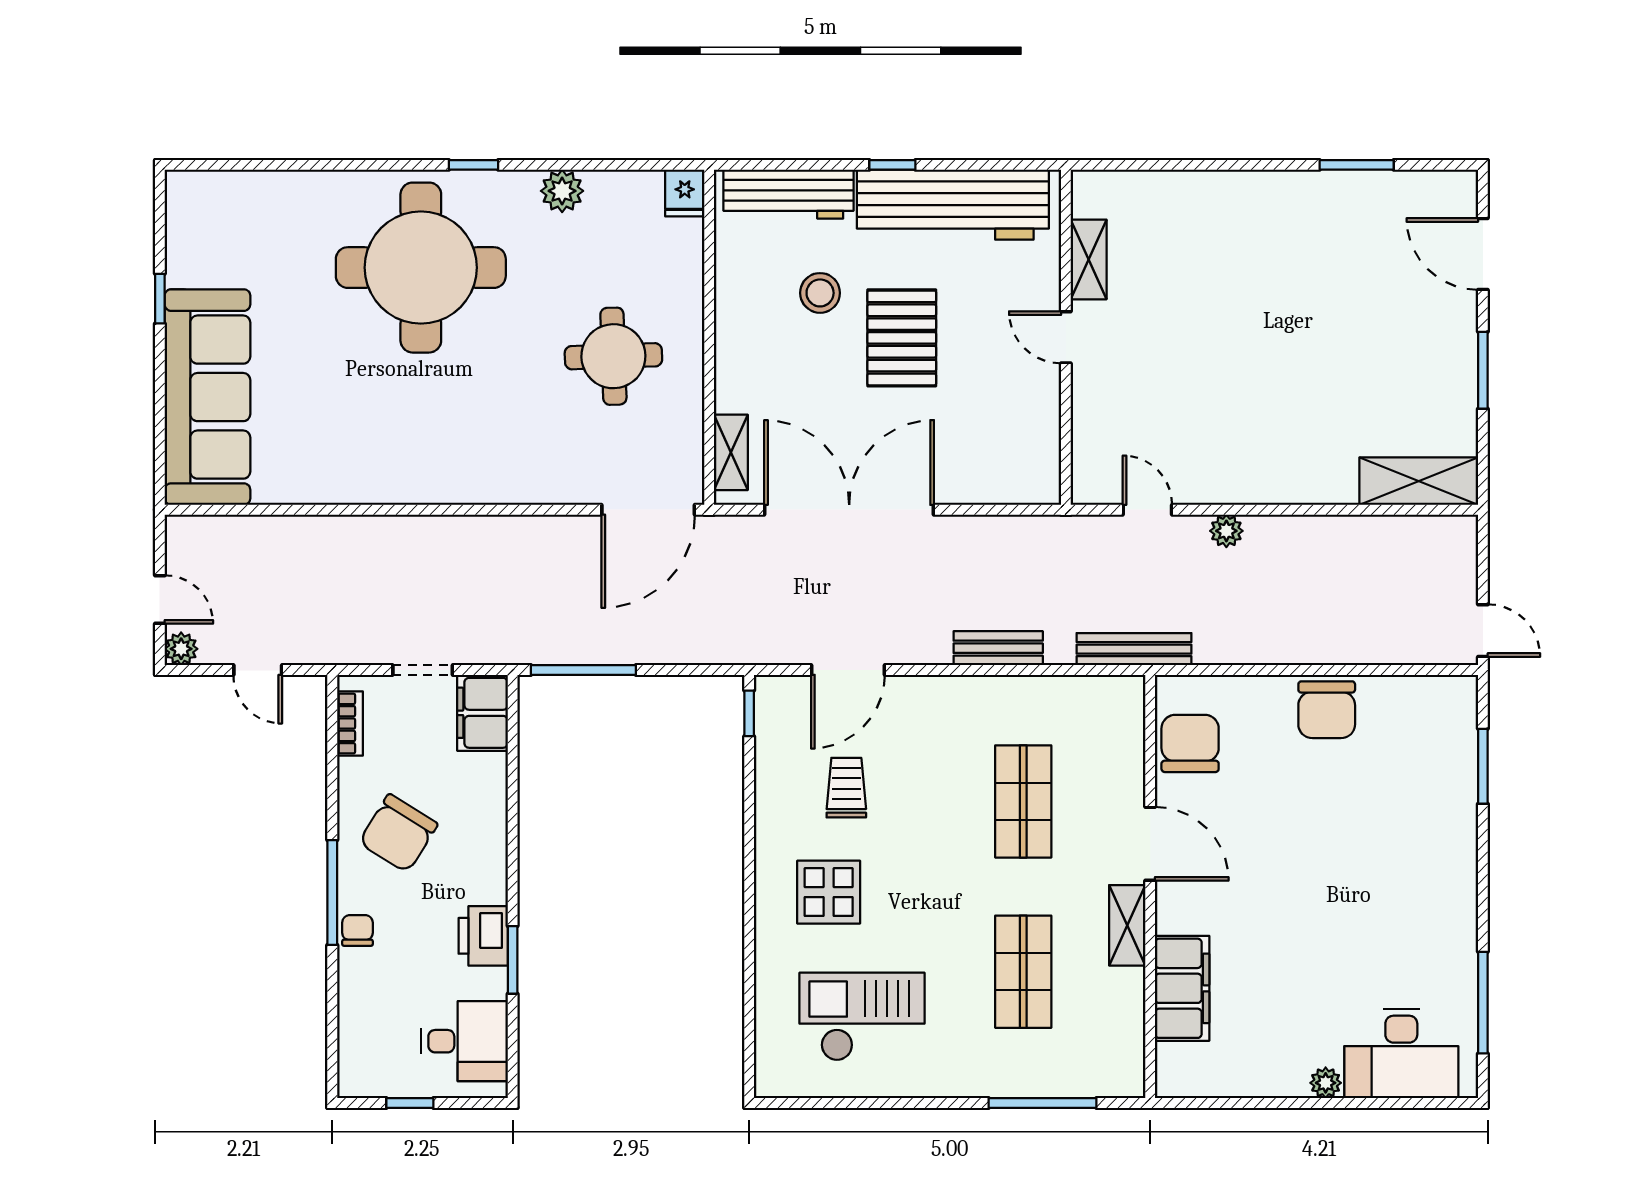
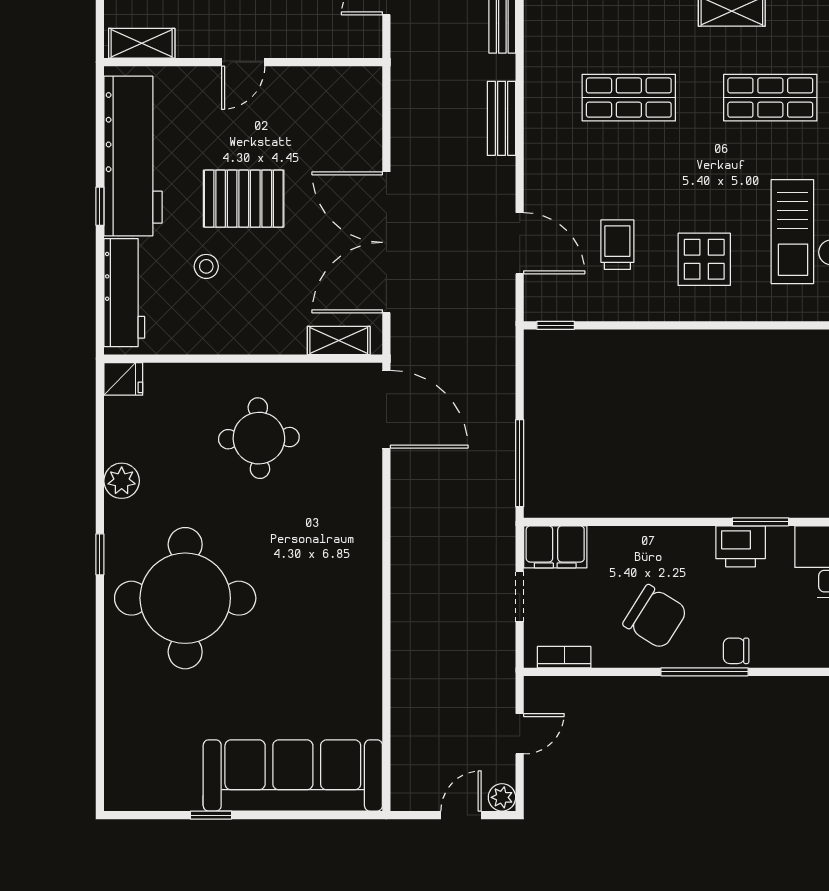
shelving: (1089, 259) -> (142, 43), moved
stool: (820, 293) -> (206, 266), width x0.73, depth x0.73
trolley: (846, 788) -> (617, 245), turned 90

